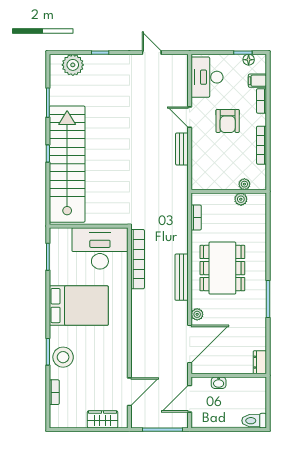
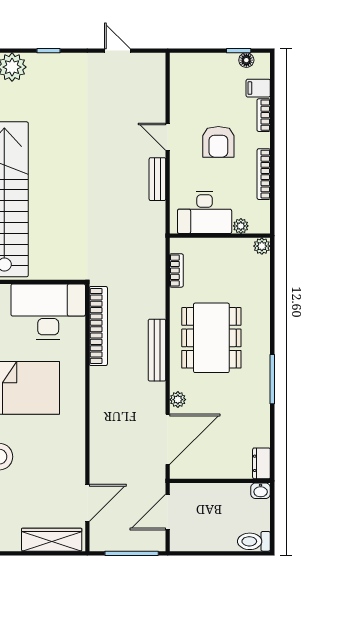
desk: (207, 77) -> (205, 212), moved, turned -90
plant: (241, 199) -> (262, 246), moved
washbasin: (219, 383) -> (261, 491), moved
wardrobe: (103, 419) -> (52, 540), width x1.50

